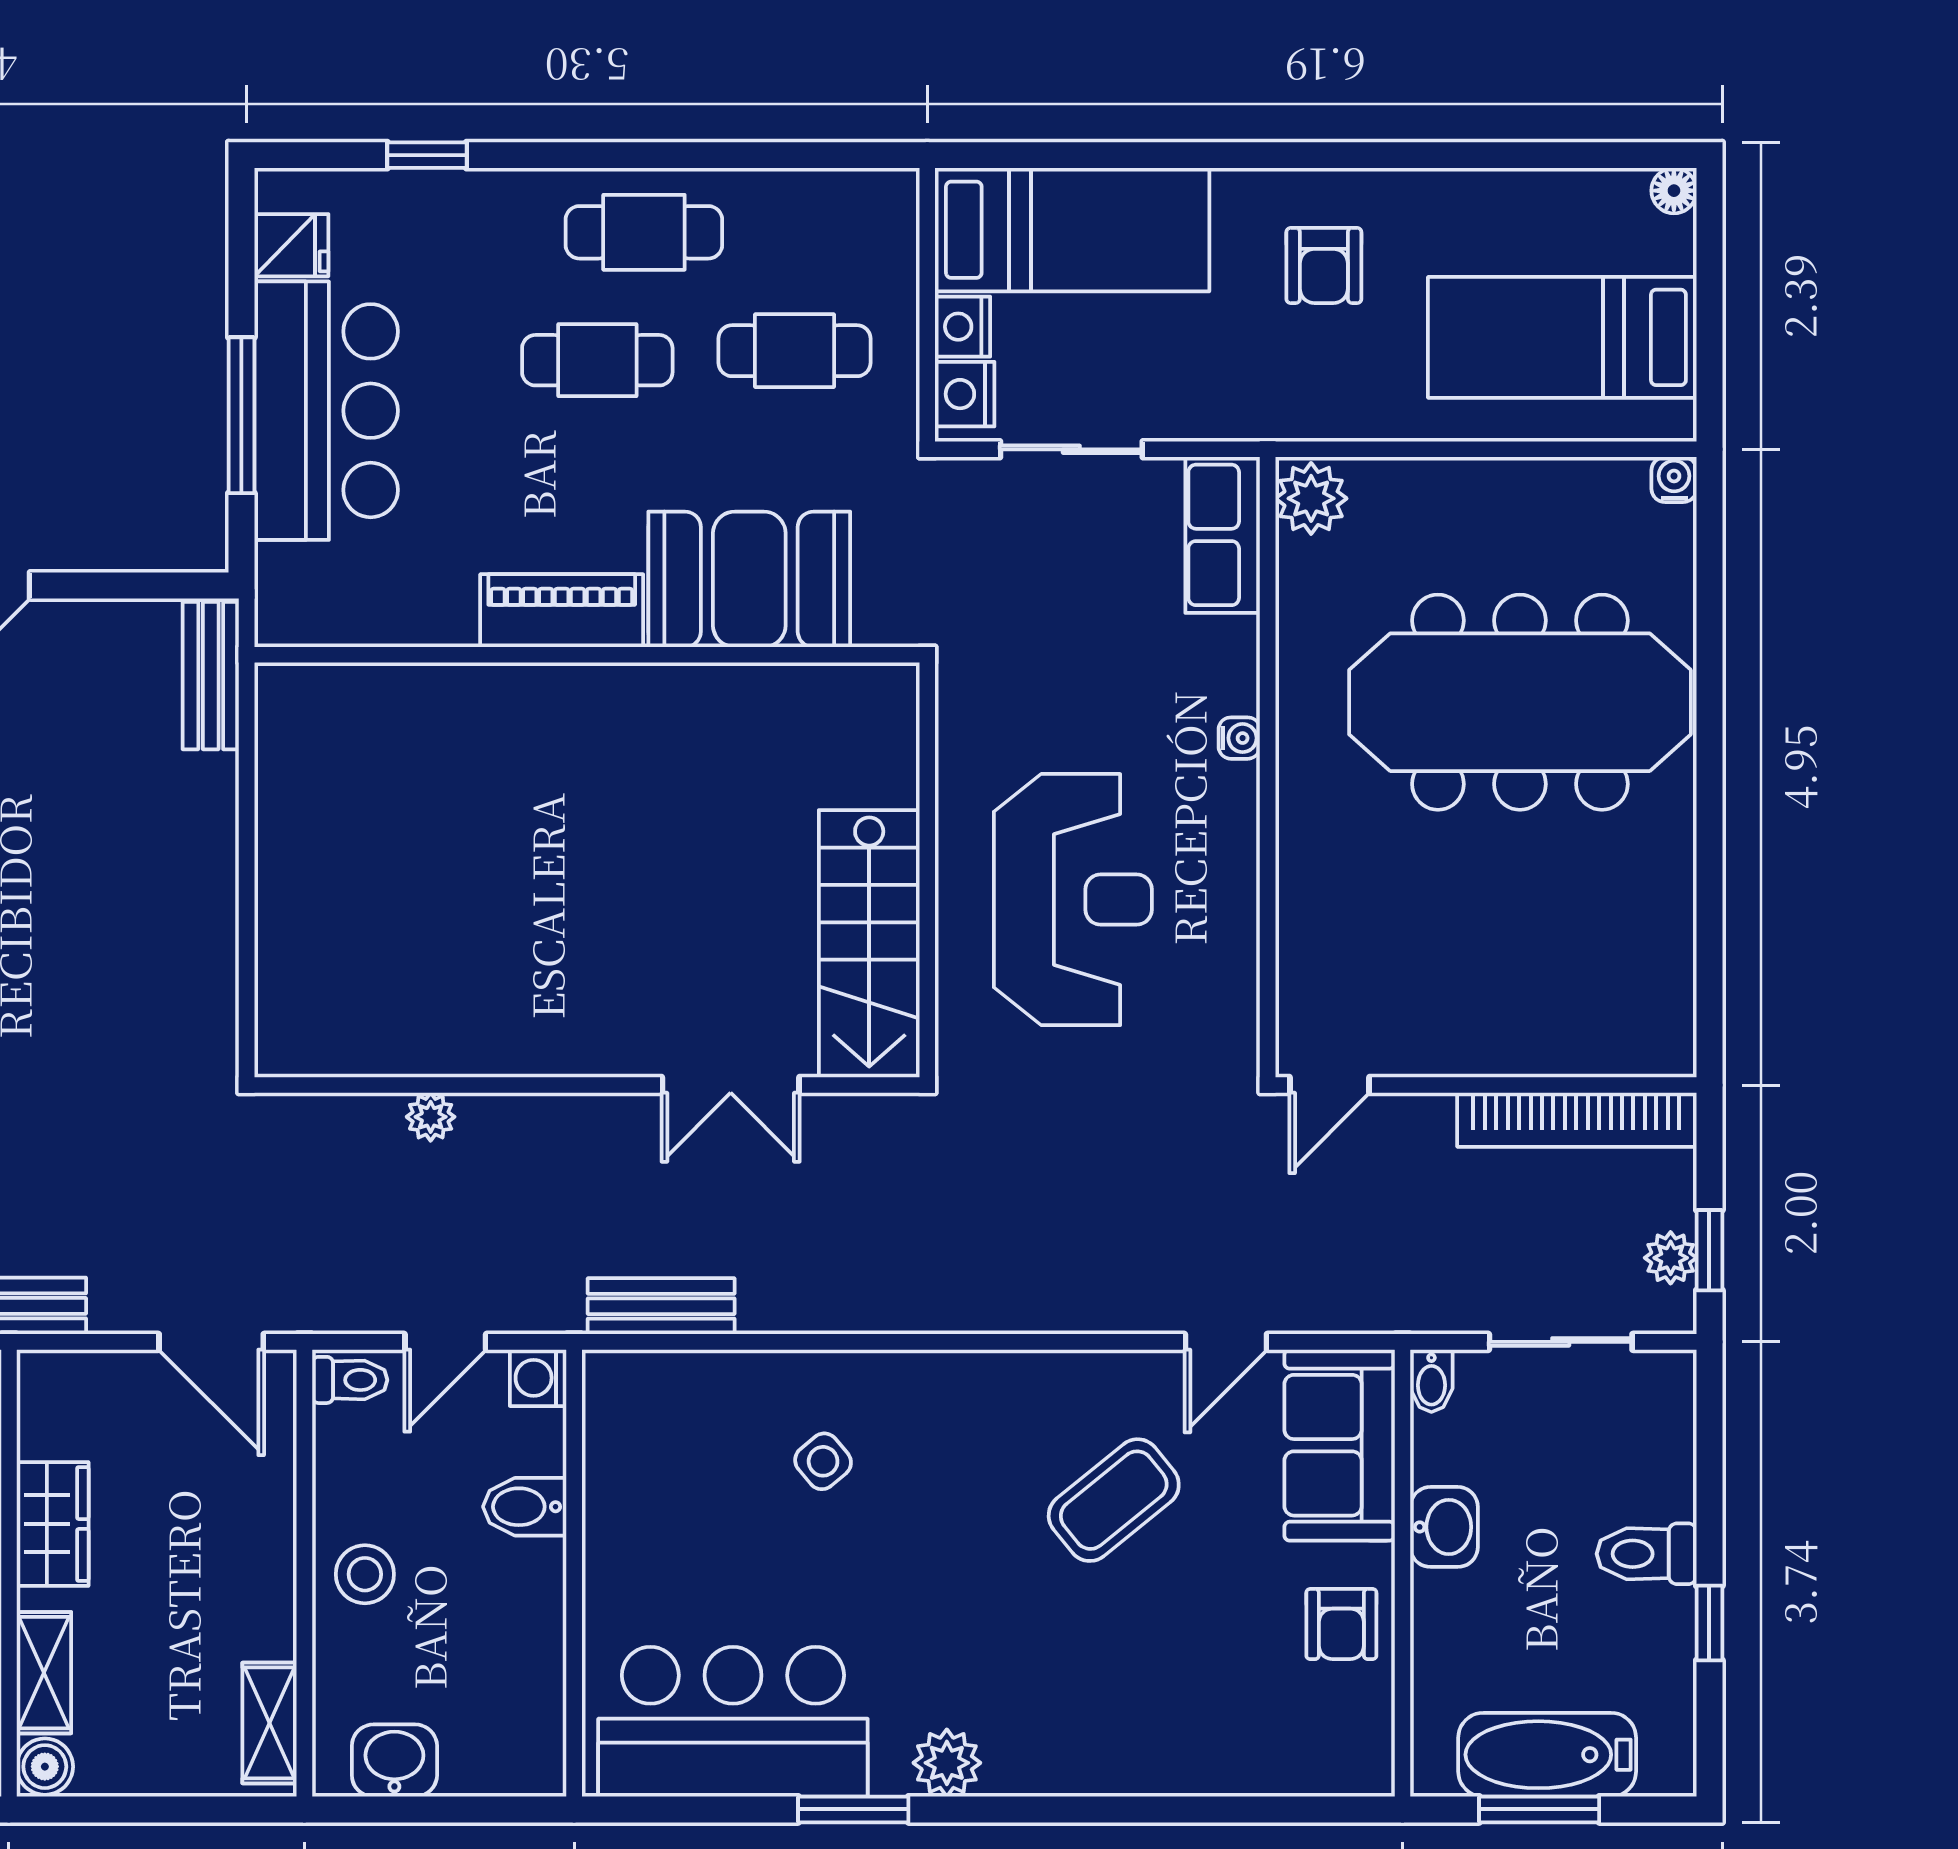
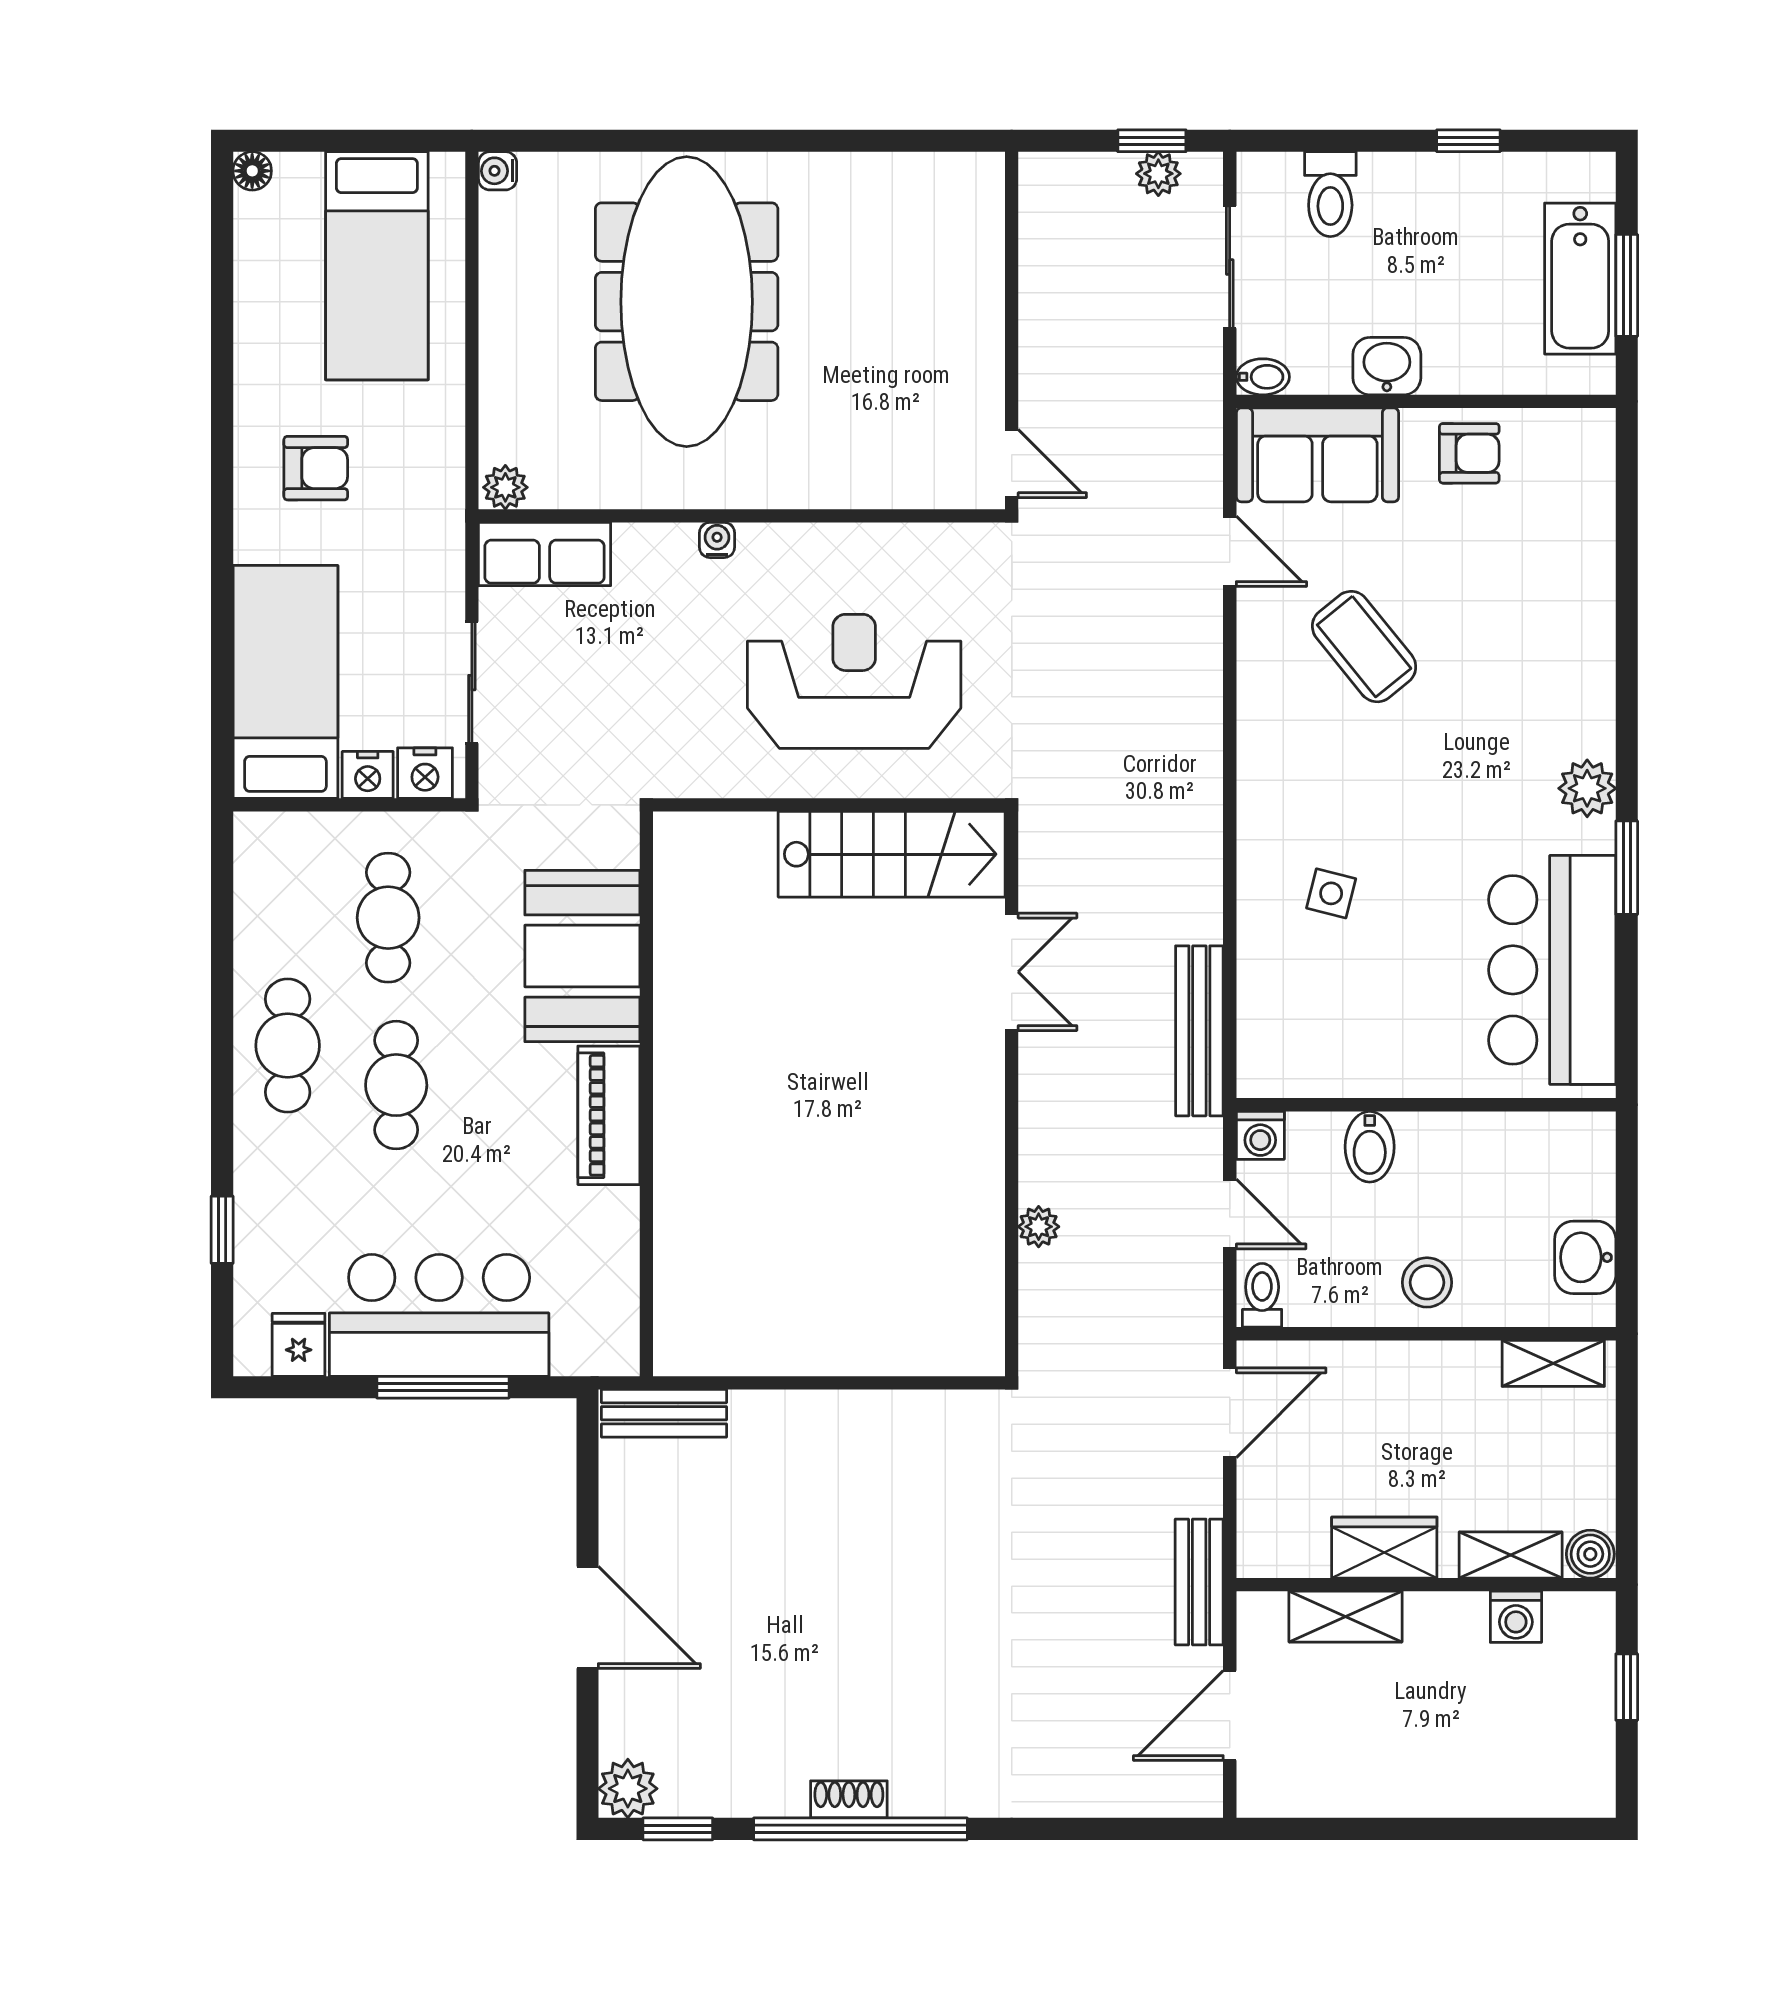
plant: (1311, 498) -> (505, 487), width x0.73, depth x0.73
bookcase: (1576, 1120) -> (1041, 254), removed
bench: (661, 1306) -> (1199, 1031), width x1.36
side table: (823, 1461) -> (1331, 893), turned -36
toilet: (1647, 1554) -> (1330, 194), moved

